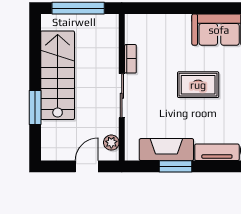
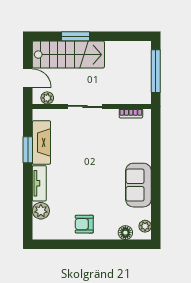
bookcase: (130, 59) -> (131, 113), moved
stairs: (58, 75) -> (68, 55), moved
rug: (198, 85) -> (94, 168), removed

